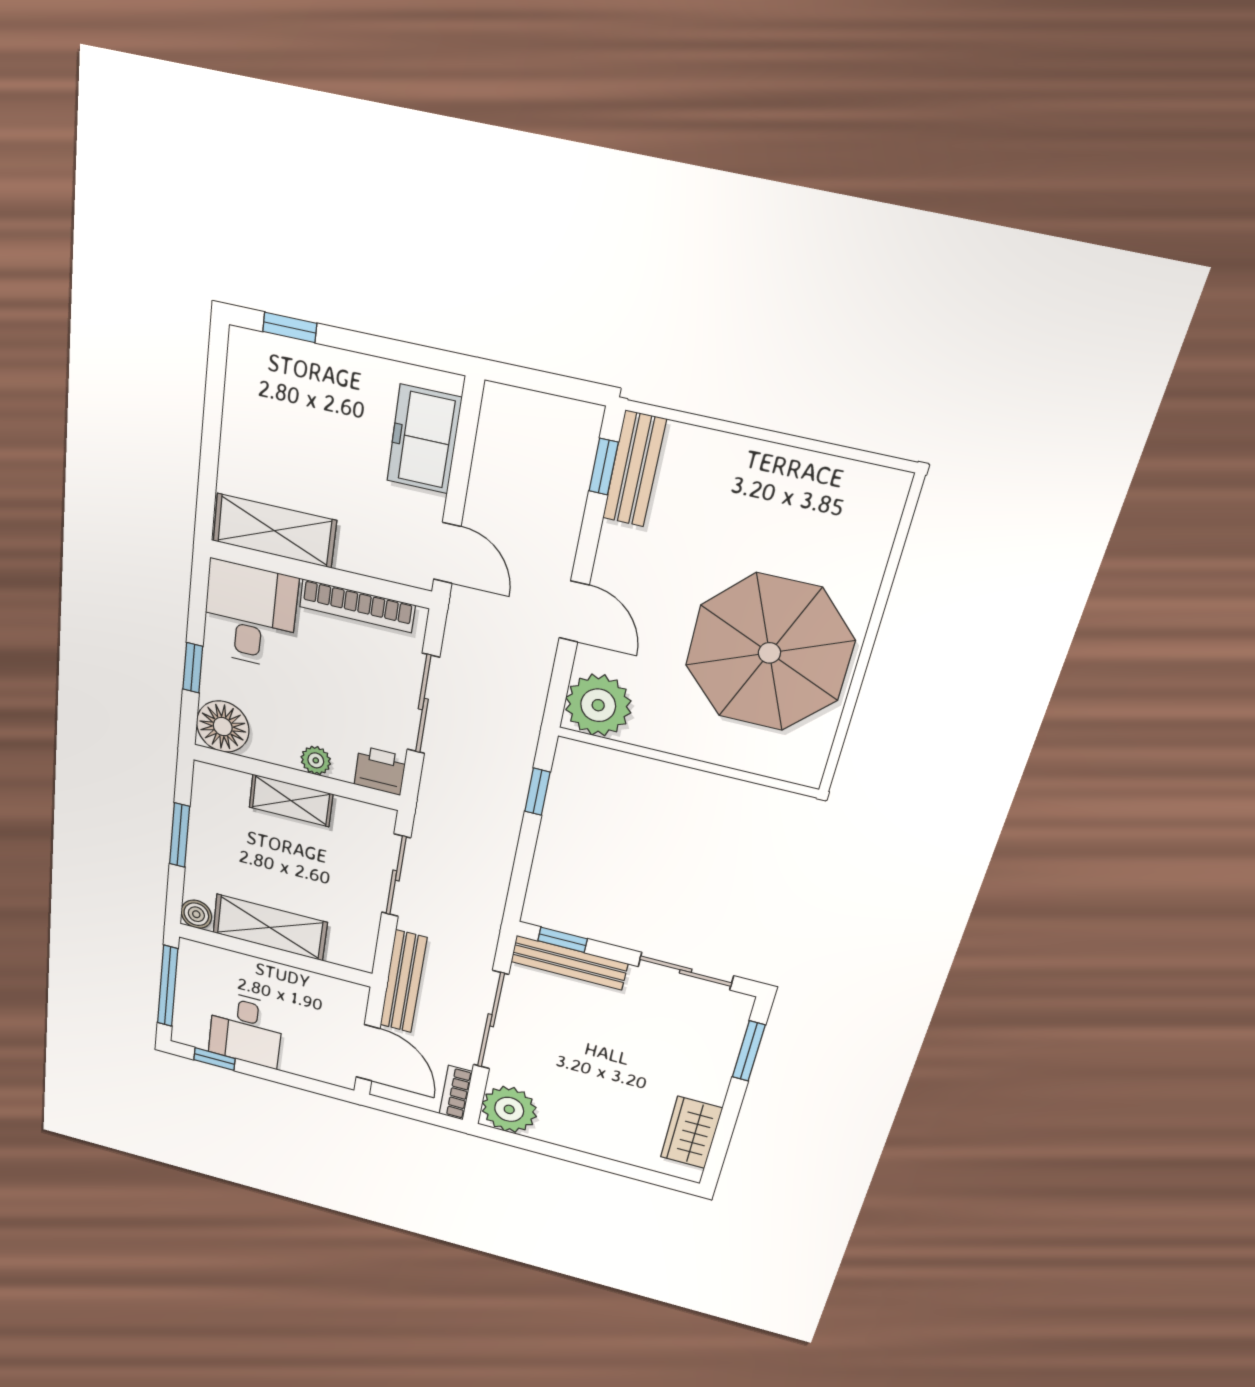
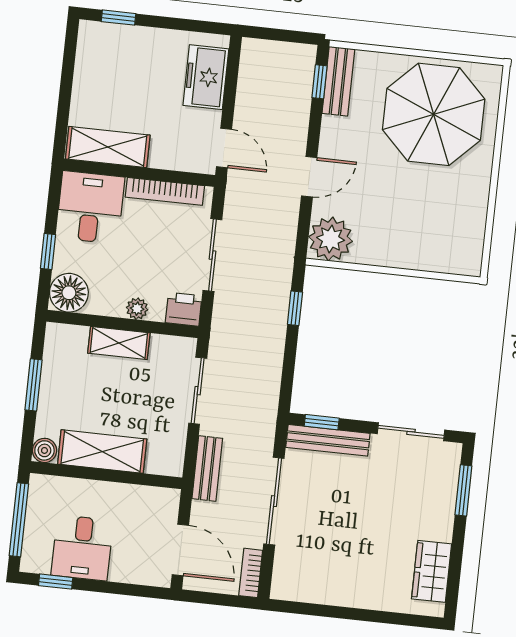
door: (574, 612) -> (309, 177), hinge flipped
parasol: (769, 653) -> (434, 114), moved
bench: (403, 982) -> (207, 468), width x0.73
plant: (509, 1109) -> (293, 580), removed

